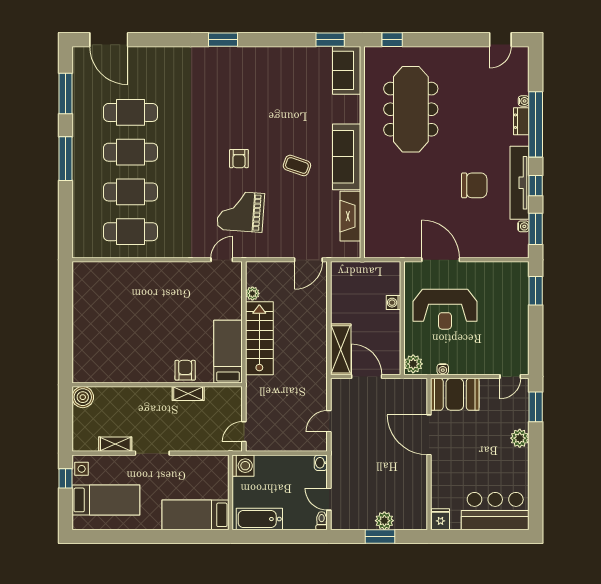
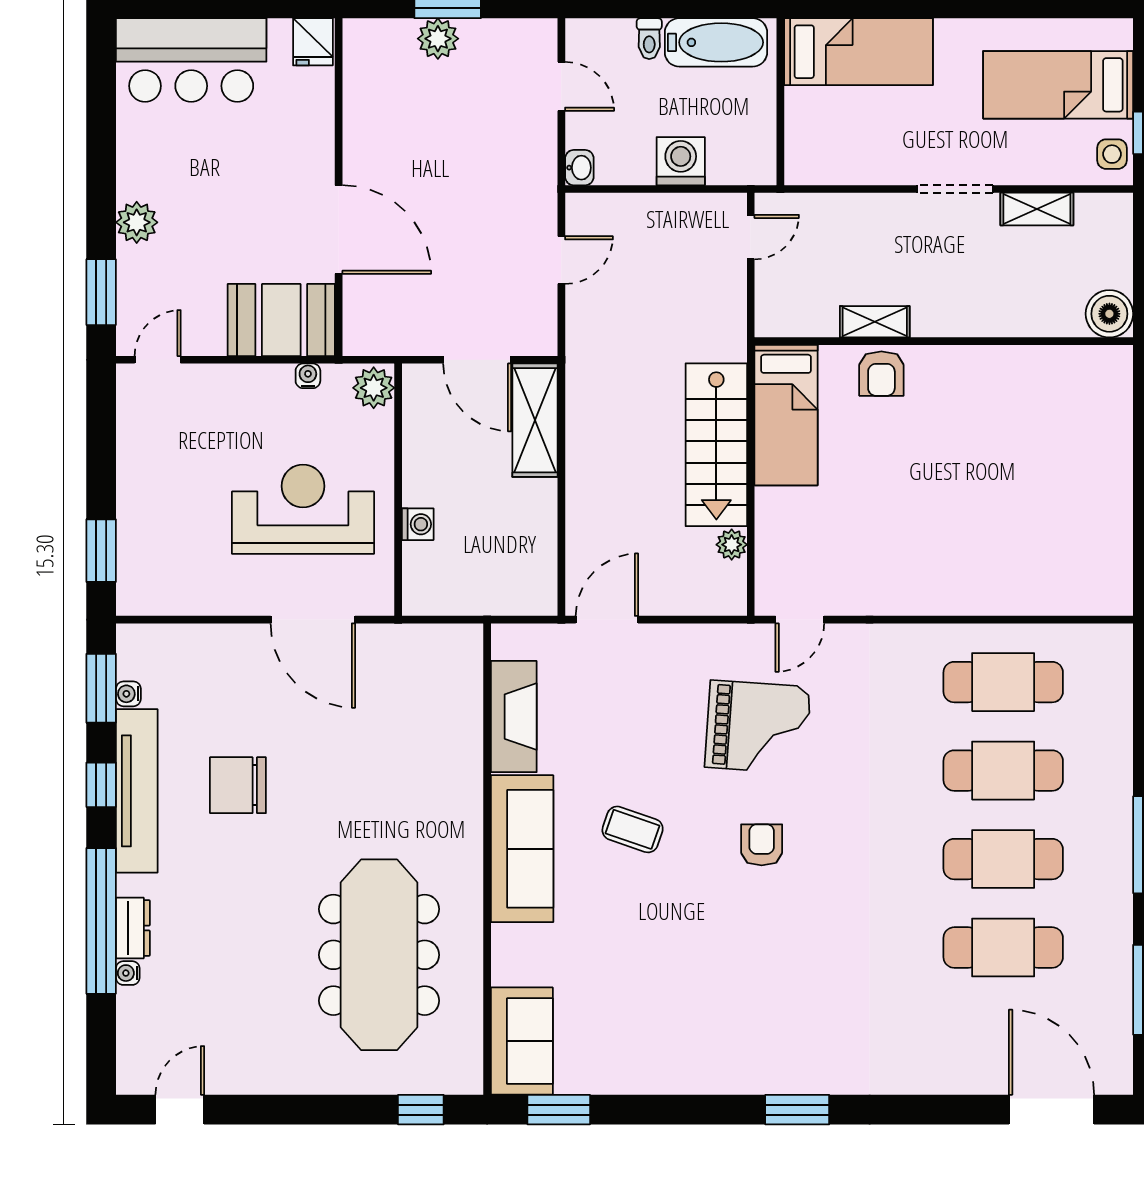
washing machine: (243, 466) -> (681, 161), moved, turned 90
toilet: (322, 521) -> (649, 39), moved

